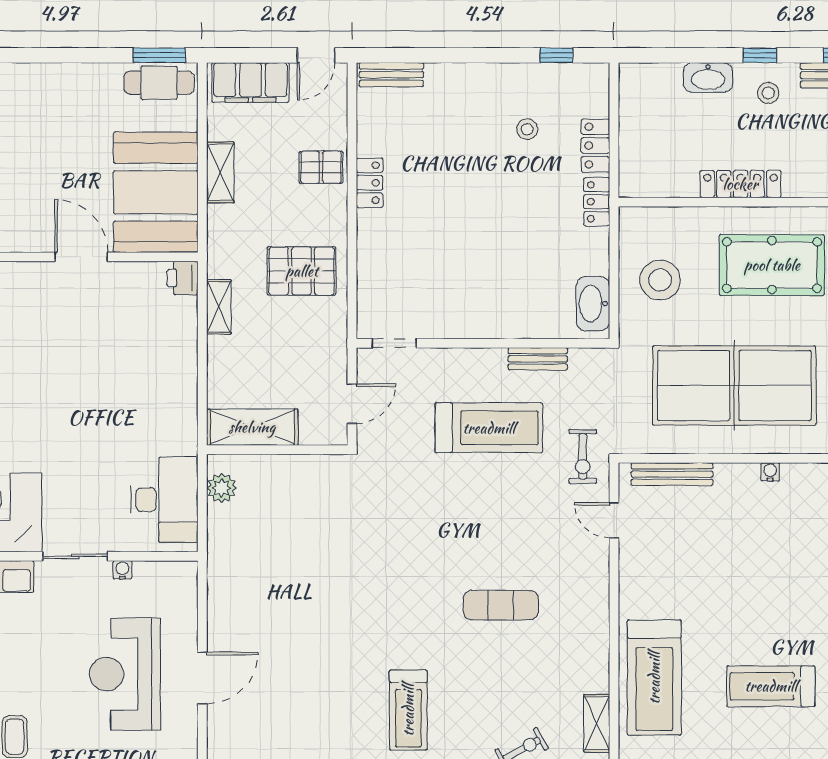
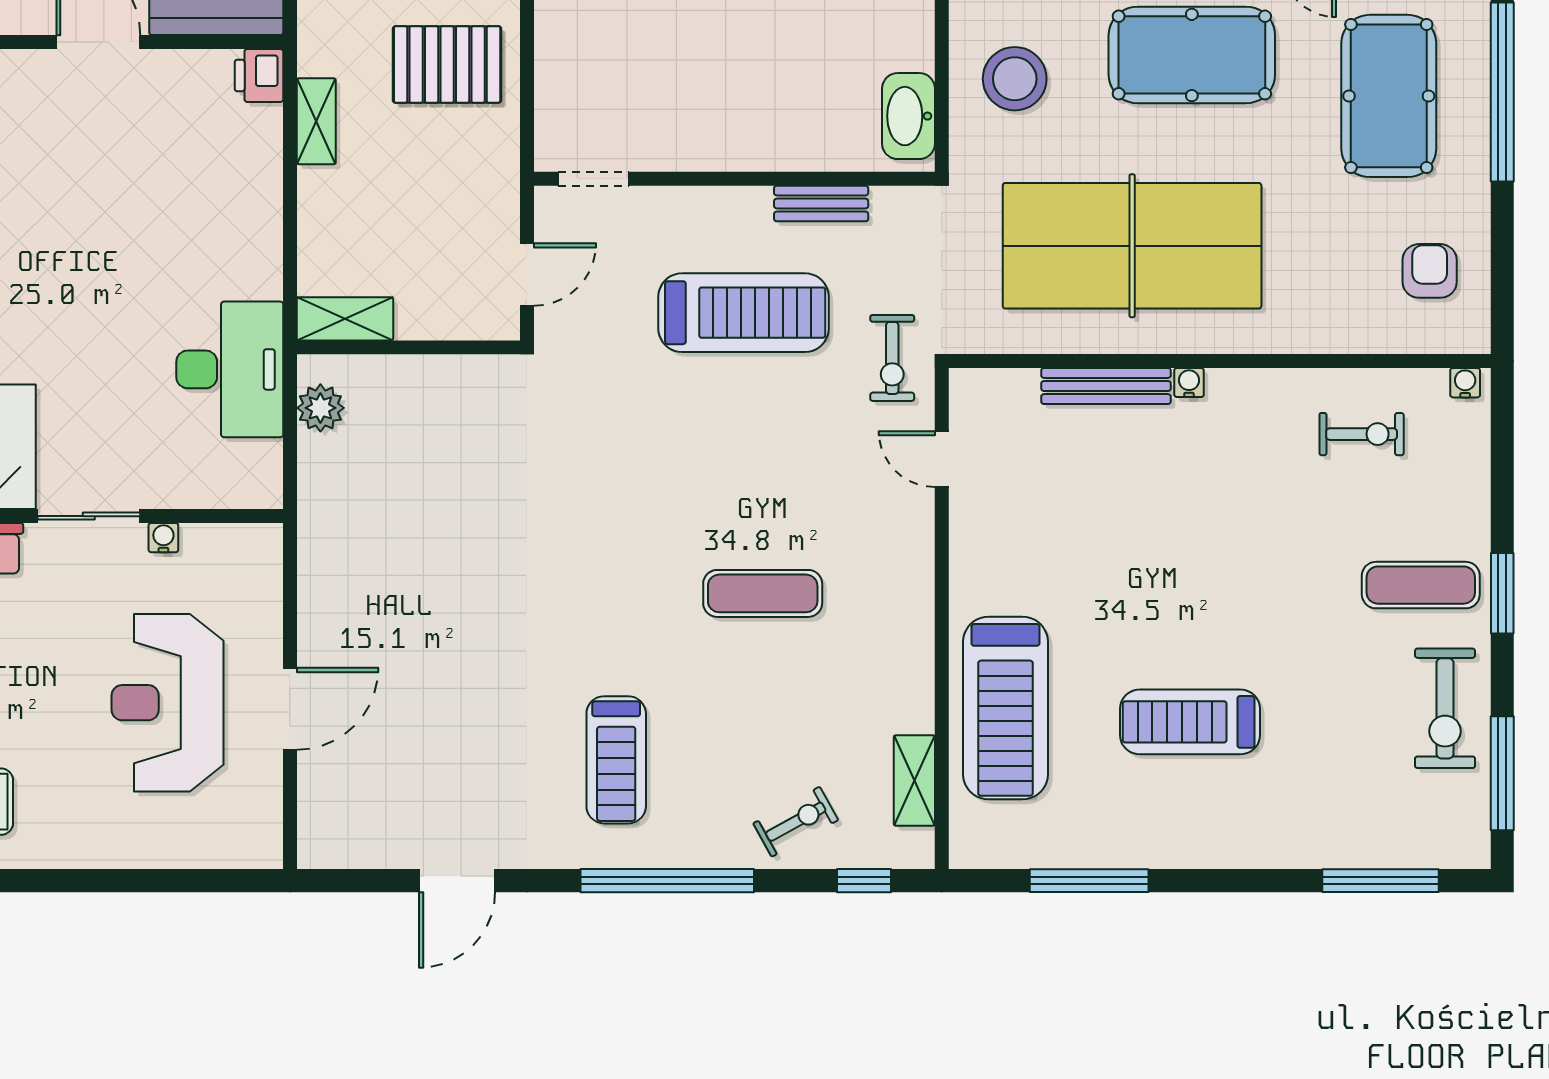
shelving: (252, 427) -> (345, 319), width x0.67, depth x0.75
bench: (672, 474) -> (1106, 386), moved
desk: (164, 500) -> (230, 369), moved

